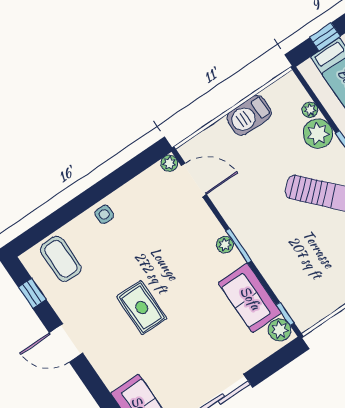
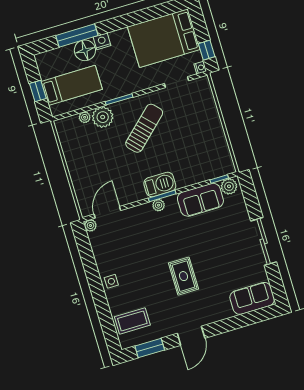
barbecue: (249, 115) -> (160, 184), moved, turned -90
window: (32, 293) -> (150, 348), width x1.50
rug: (142, 308) -> (183, 276), turned 90

